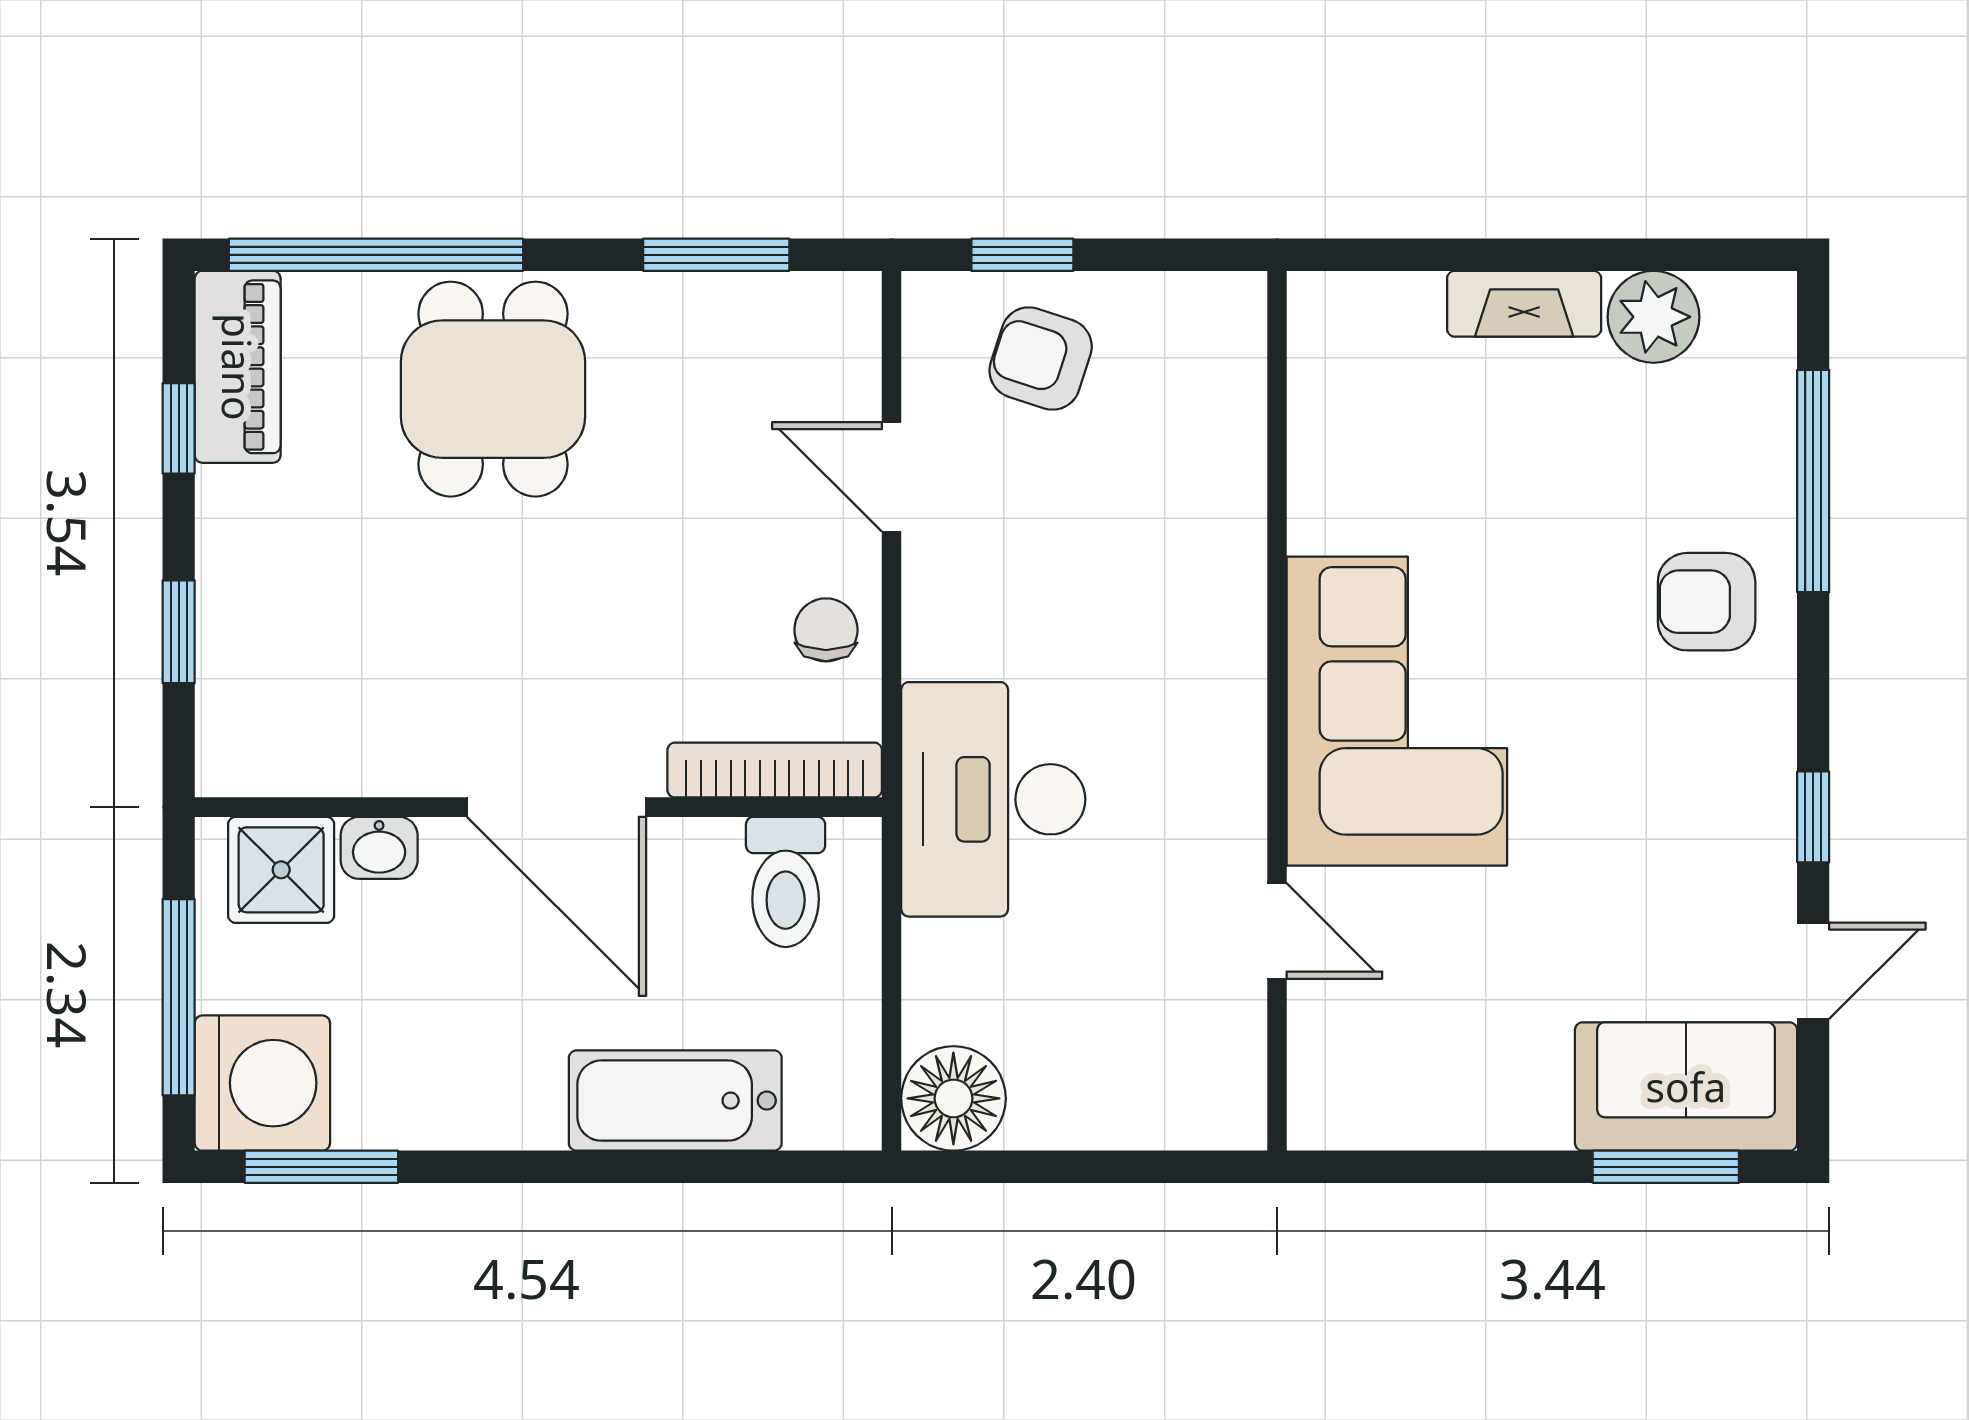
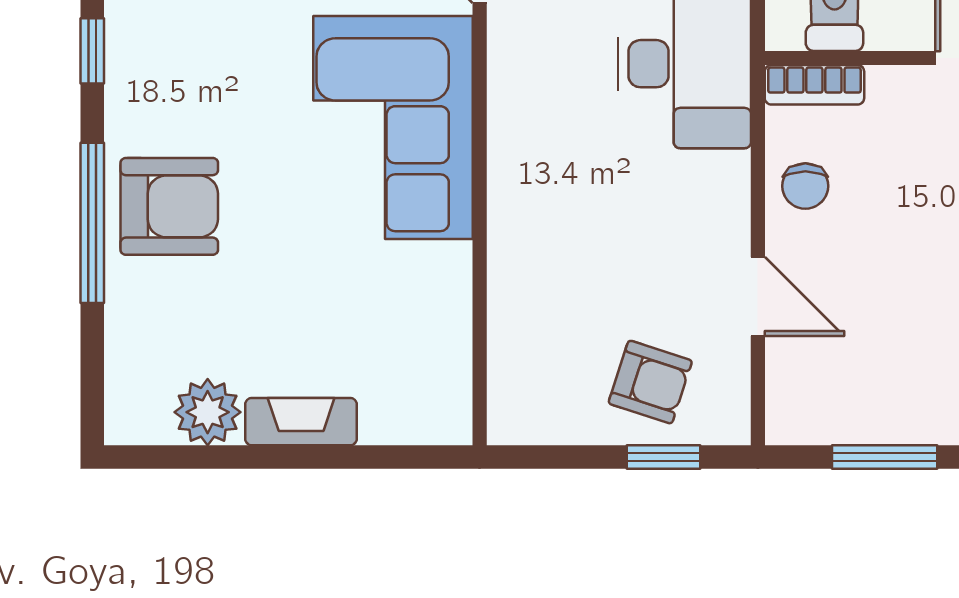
window: (1813, 481) -> (92, 223), moved
armchair: (1707, 602) -> (169, 206), width x1.38, depth x1.38
bookcase: (775, 770) -> (814, 85), width x0.64

